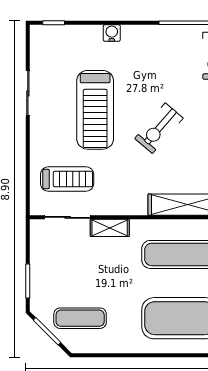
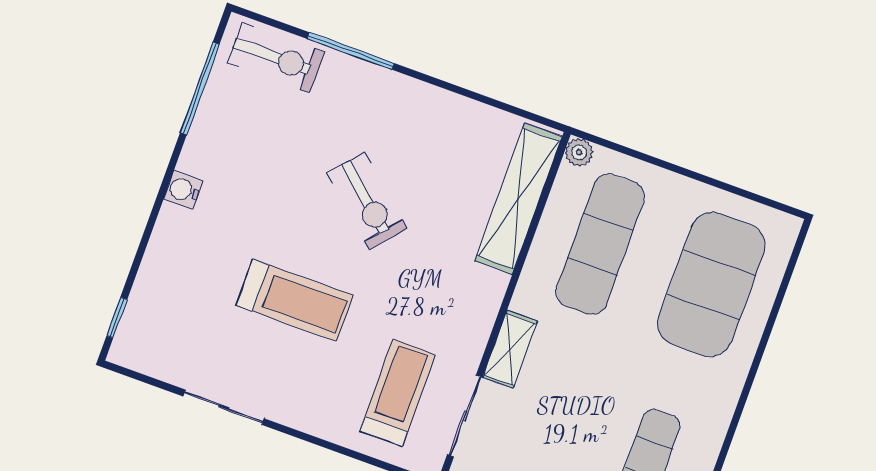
water cooler: (112, 33) -> (183, 190), moved
treadmill: (95, 110) -> (295, 300), width x0.73, depth x0.73

